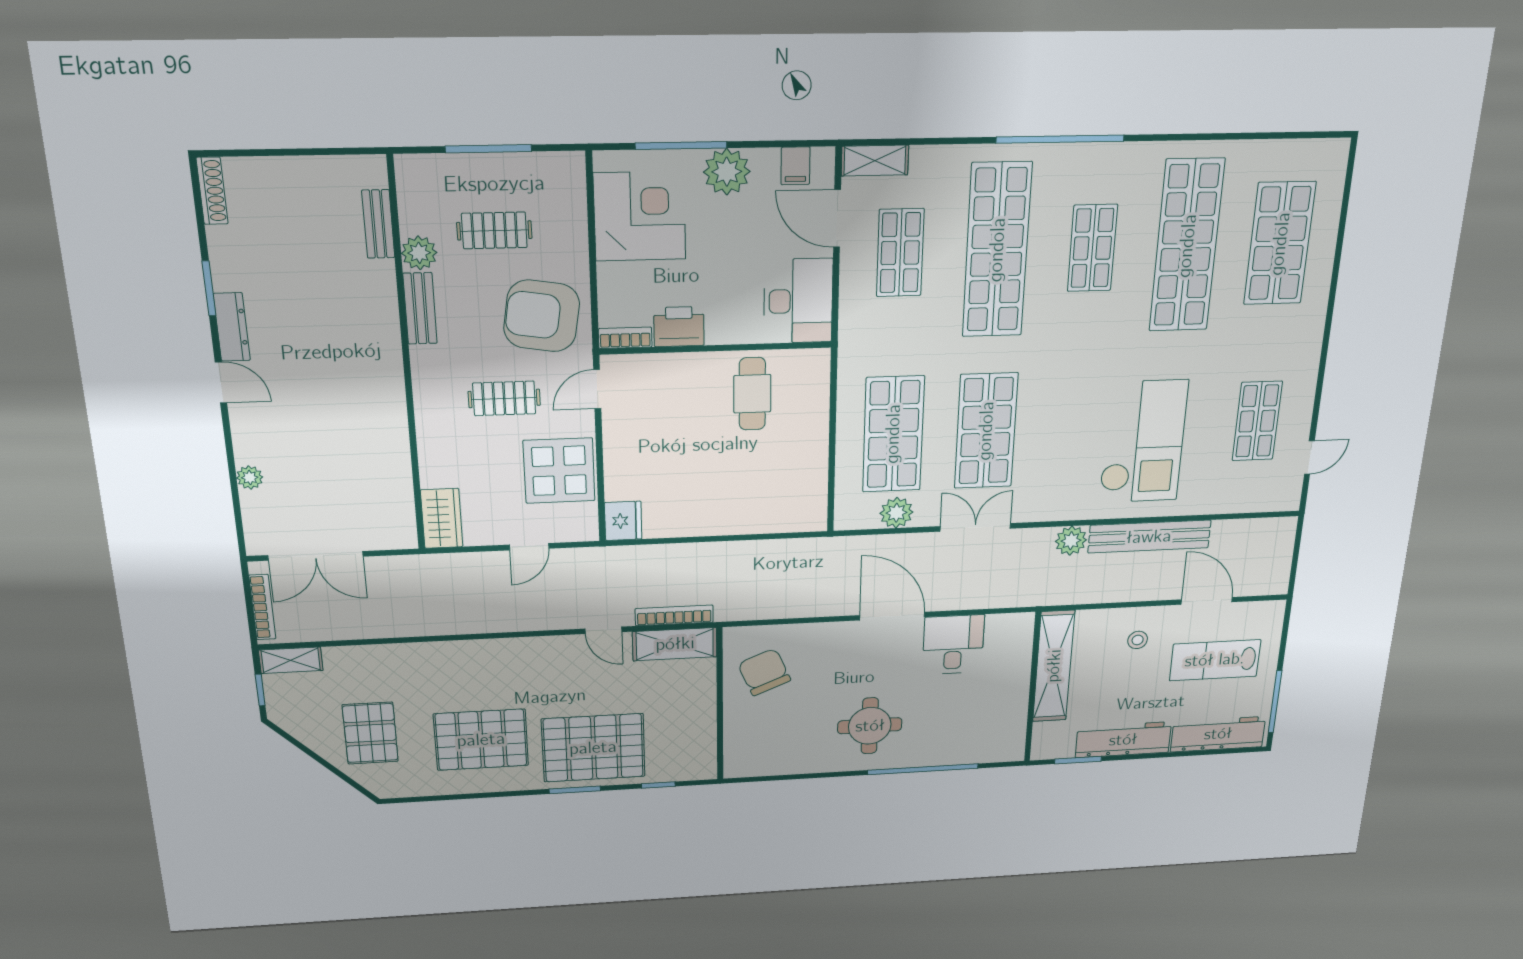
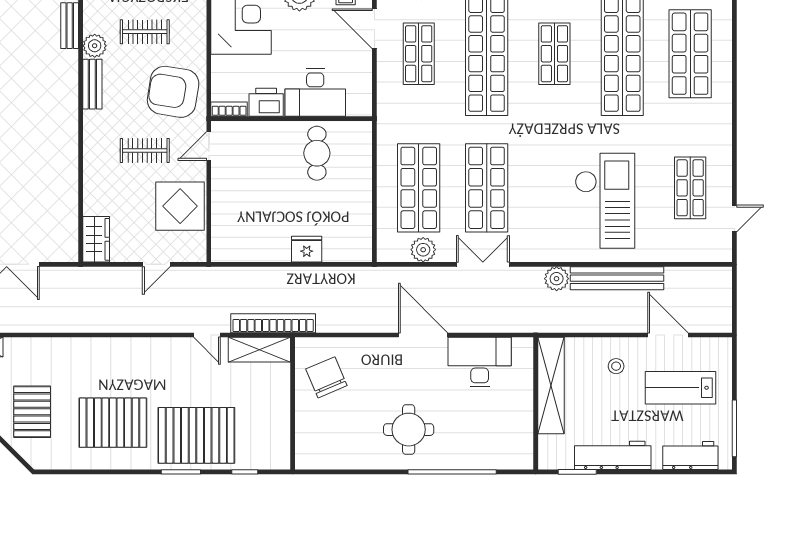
desk: (798, 301) -> (315, 93), moved, turned 90
fridge: (623, 521) -> (307, 249), moved, turned -90
bookcase: (674, 615) -> (273, 323), width x1.48, depth x1.31
desk: (953, 645) -> (480, 362), width x1.37
workbench: (1218, 734) -> (690, 456), width x0.73

